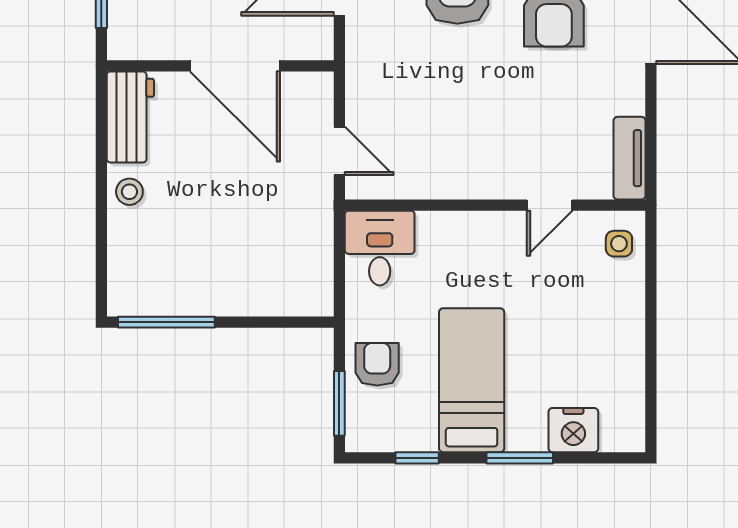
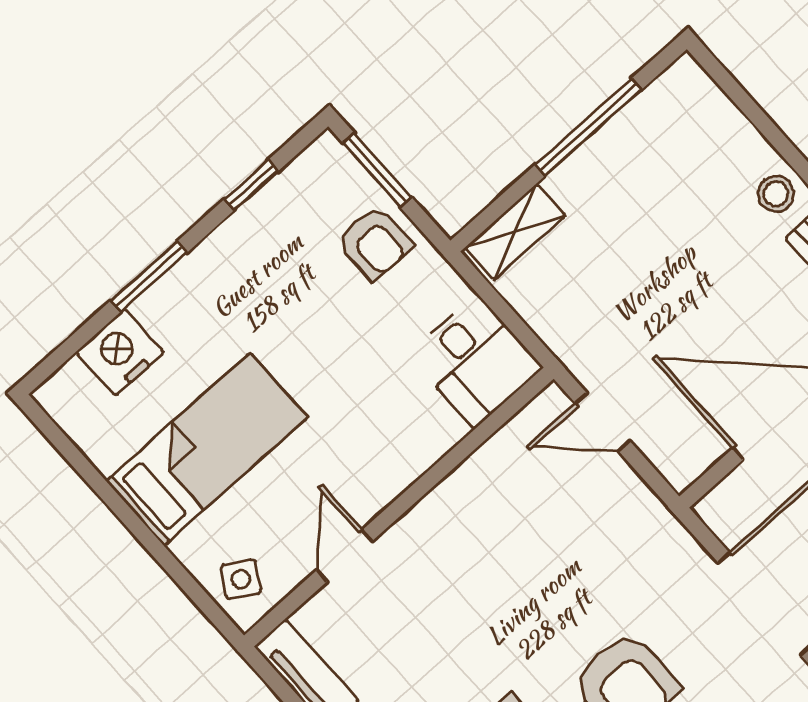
side table: (619, 244) -> (241, 579), turned 31
shelving: (293, 300) -> (515, 232), added
window: (166, 322) -> (589, 127), moved
bed: (472, 380) -> (207, 449), moved, turned -90

